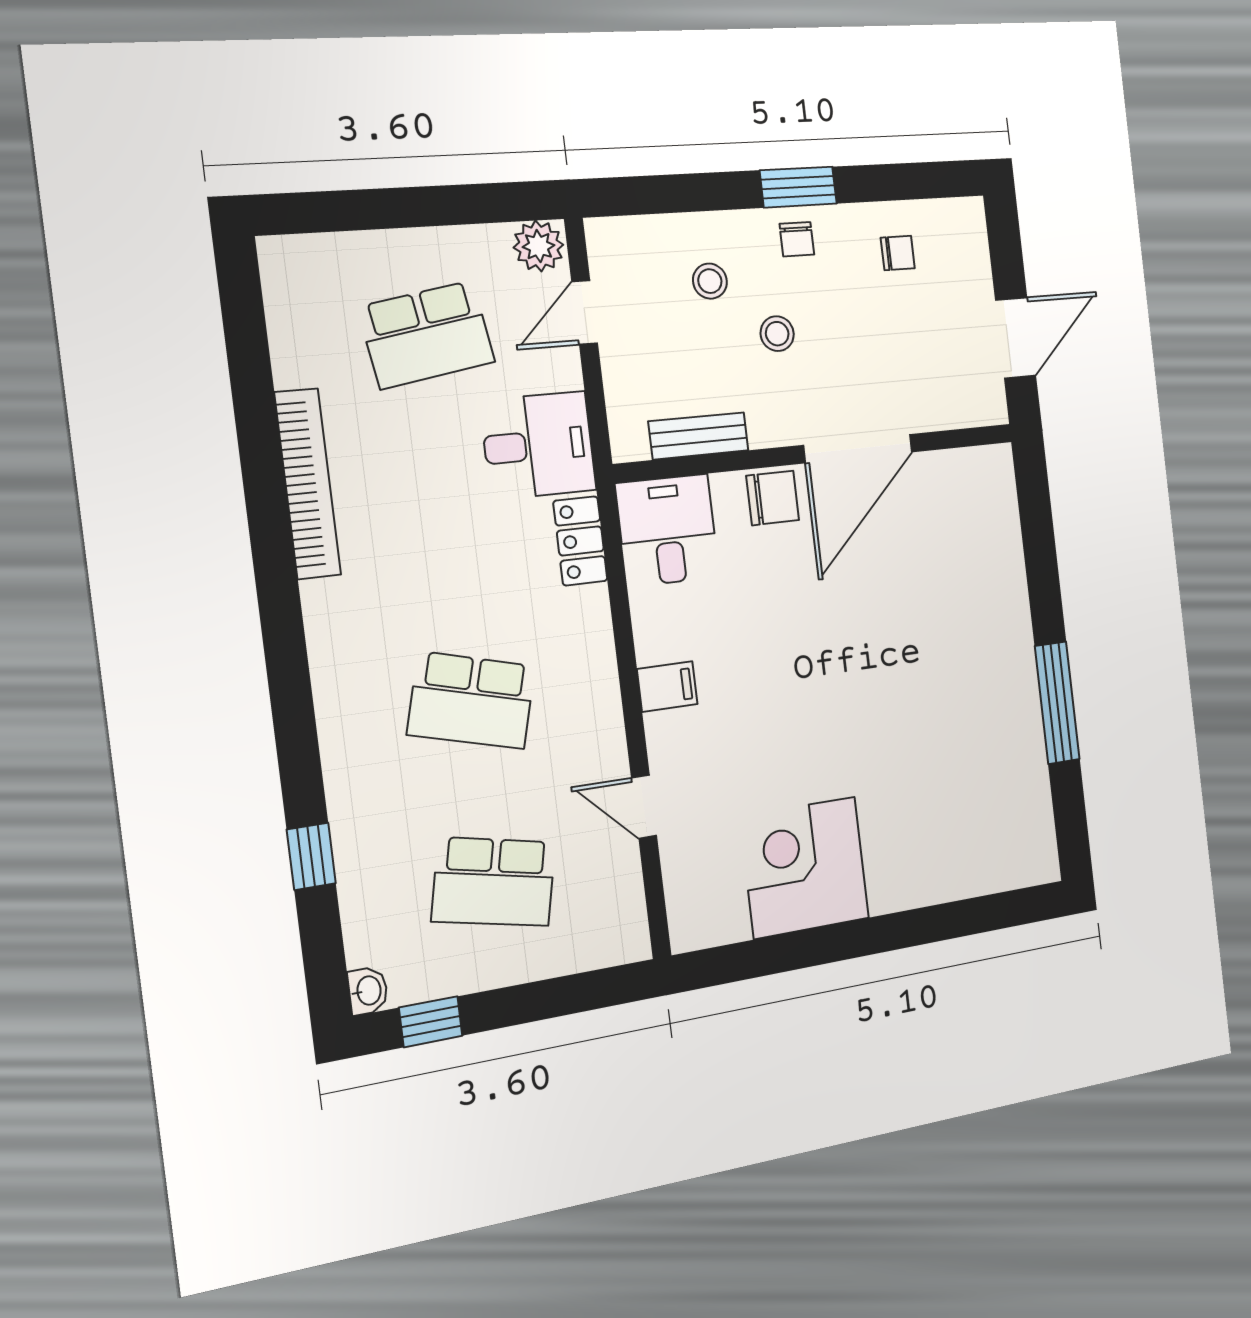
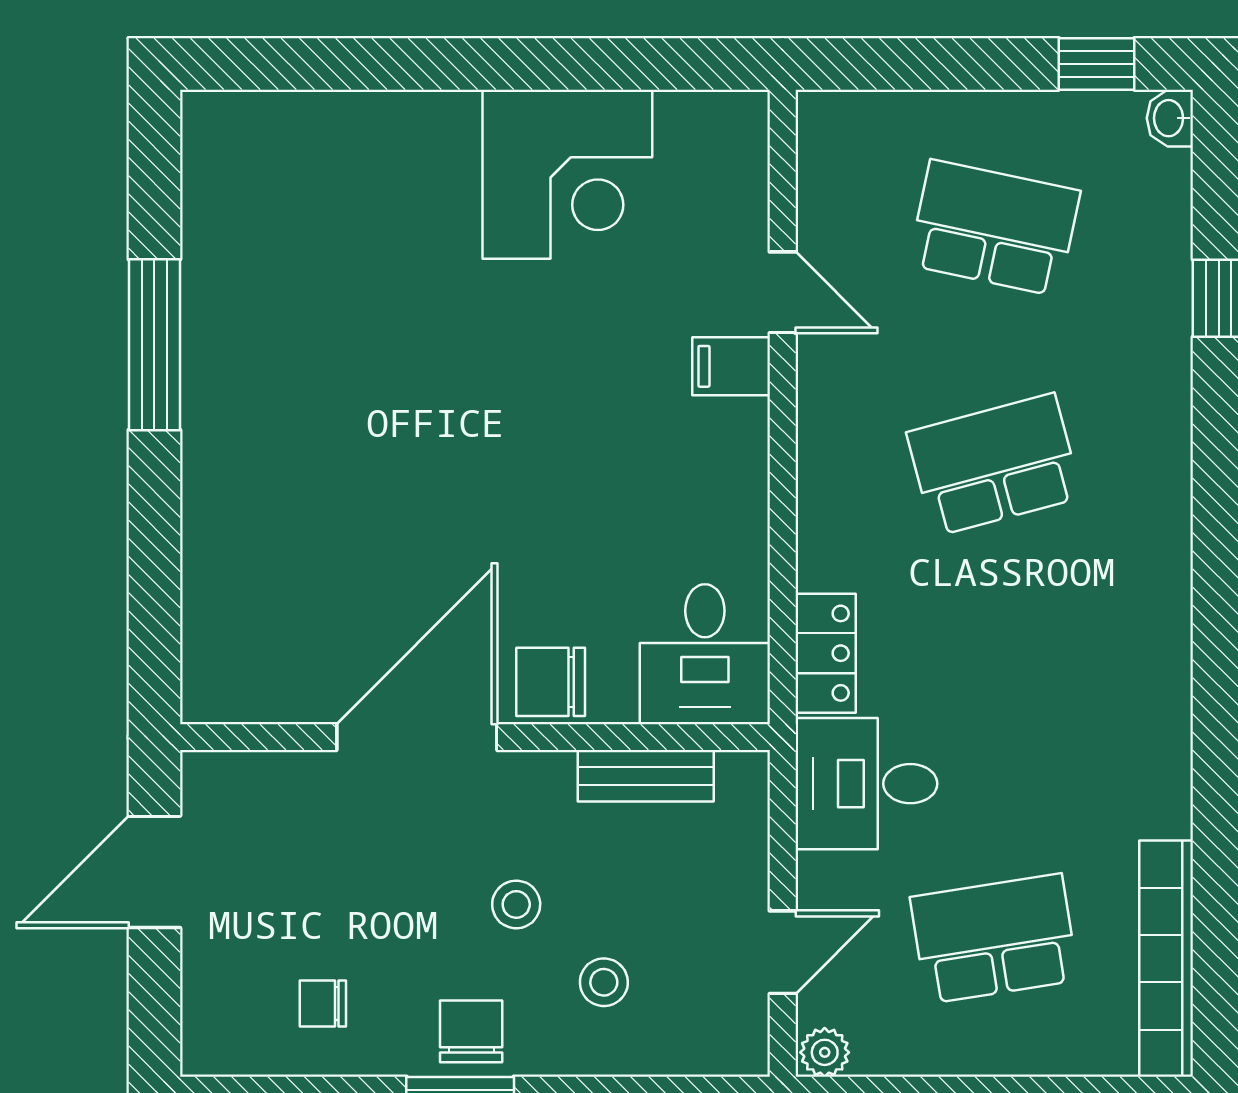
chair: (797, 239) -> (471, 1031), width x1.37, depth x1.37
plant: (539, 246) -> (825, 1052), width x0.73, depth x0.73
bookcase: (308, 484) -> (1166, 959), moved
filing cabinet: (667, 687) -> (731, 366), moved
school desk: (472, 700) -> (994, 465), turned -30

